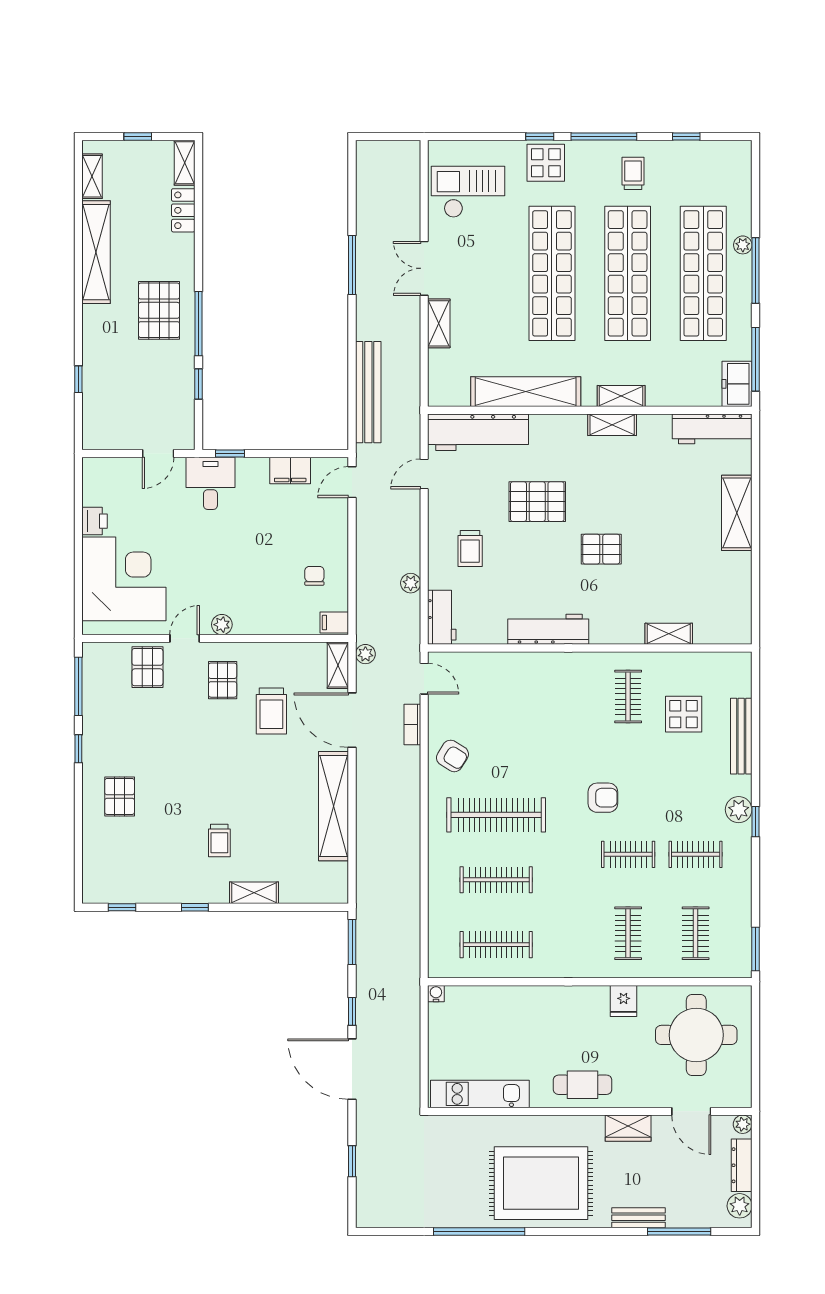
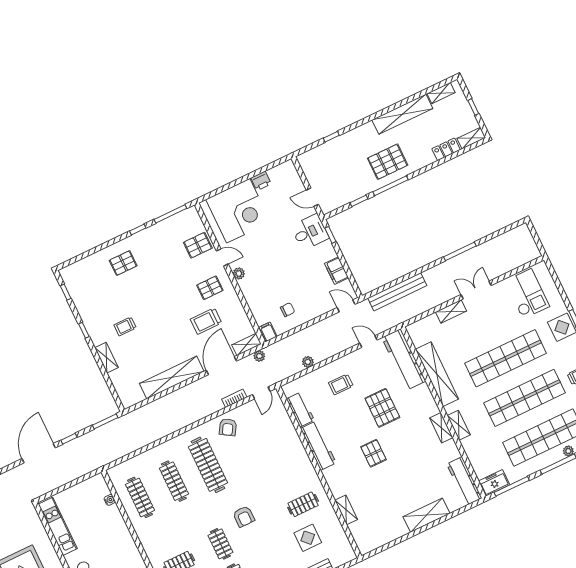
workbench: (442, 617) -> (300, 410), moved, turned -90
water cooler: (436, 994) -> (110, 500), moved

